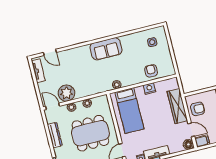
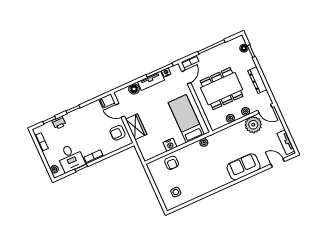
sofa: (106, 49) -> (244, 167), moved
wardrobe: (177, 106) -> (136, 127), width x0.67
floor lamp: (188, 144) -> (134, 89), moved

